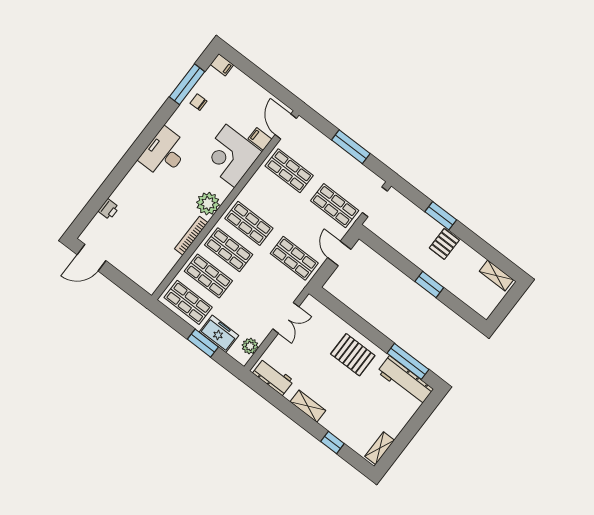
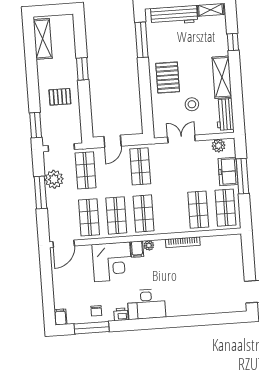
filing cabinet: (260, 139) -> (137, 249), moved
plant: (352, 170) -> (54, 179), added
plant: (208, 204) -> (149, 245), width x0.53, depth x0.53
printer: (109, 209) -> (121, 314), moved
window: (441, 216) -> (36, 125), moved
pallet: (444, 244) -> (60, 97), moved
shop shelf: (229, 250) -> (116, 215), moved
shelving: (496, 276) -> (43, 39), width x1.50, depth x1.33
window: (203, 343) -> (242, 176), width x1.44
stool: (309, 355) -> (192, 104), added
workbench: (405, 381) -> (174, 15), moved, turned 90
shelving: (308, 406) -> (222, 77), width x1.50, depth x1.33

